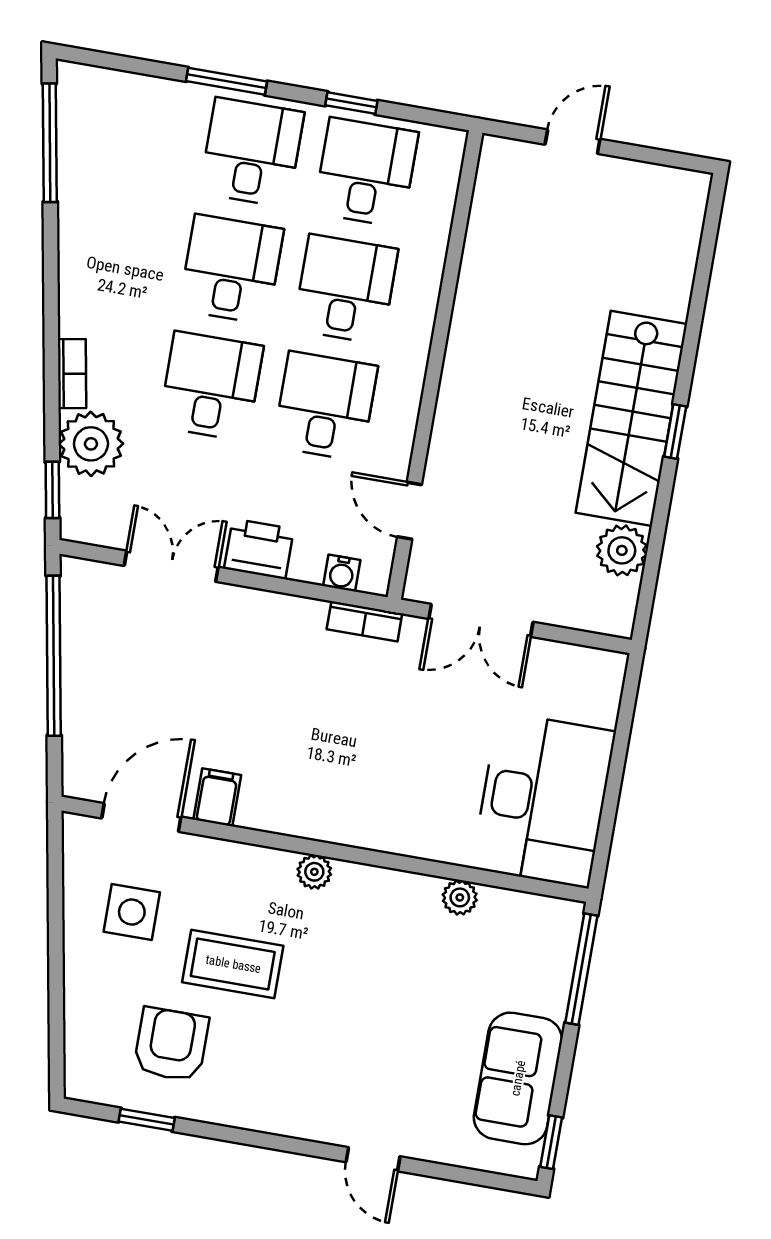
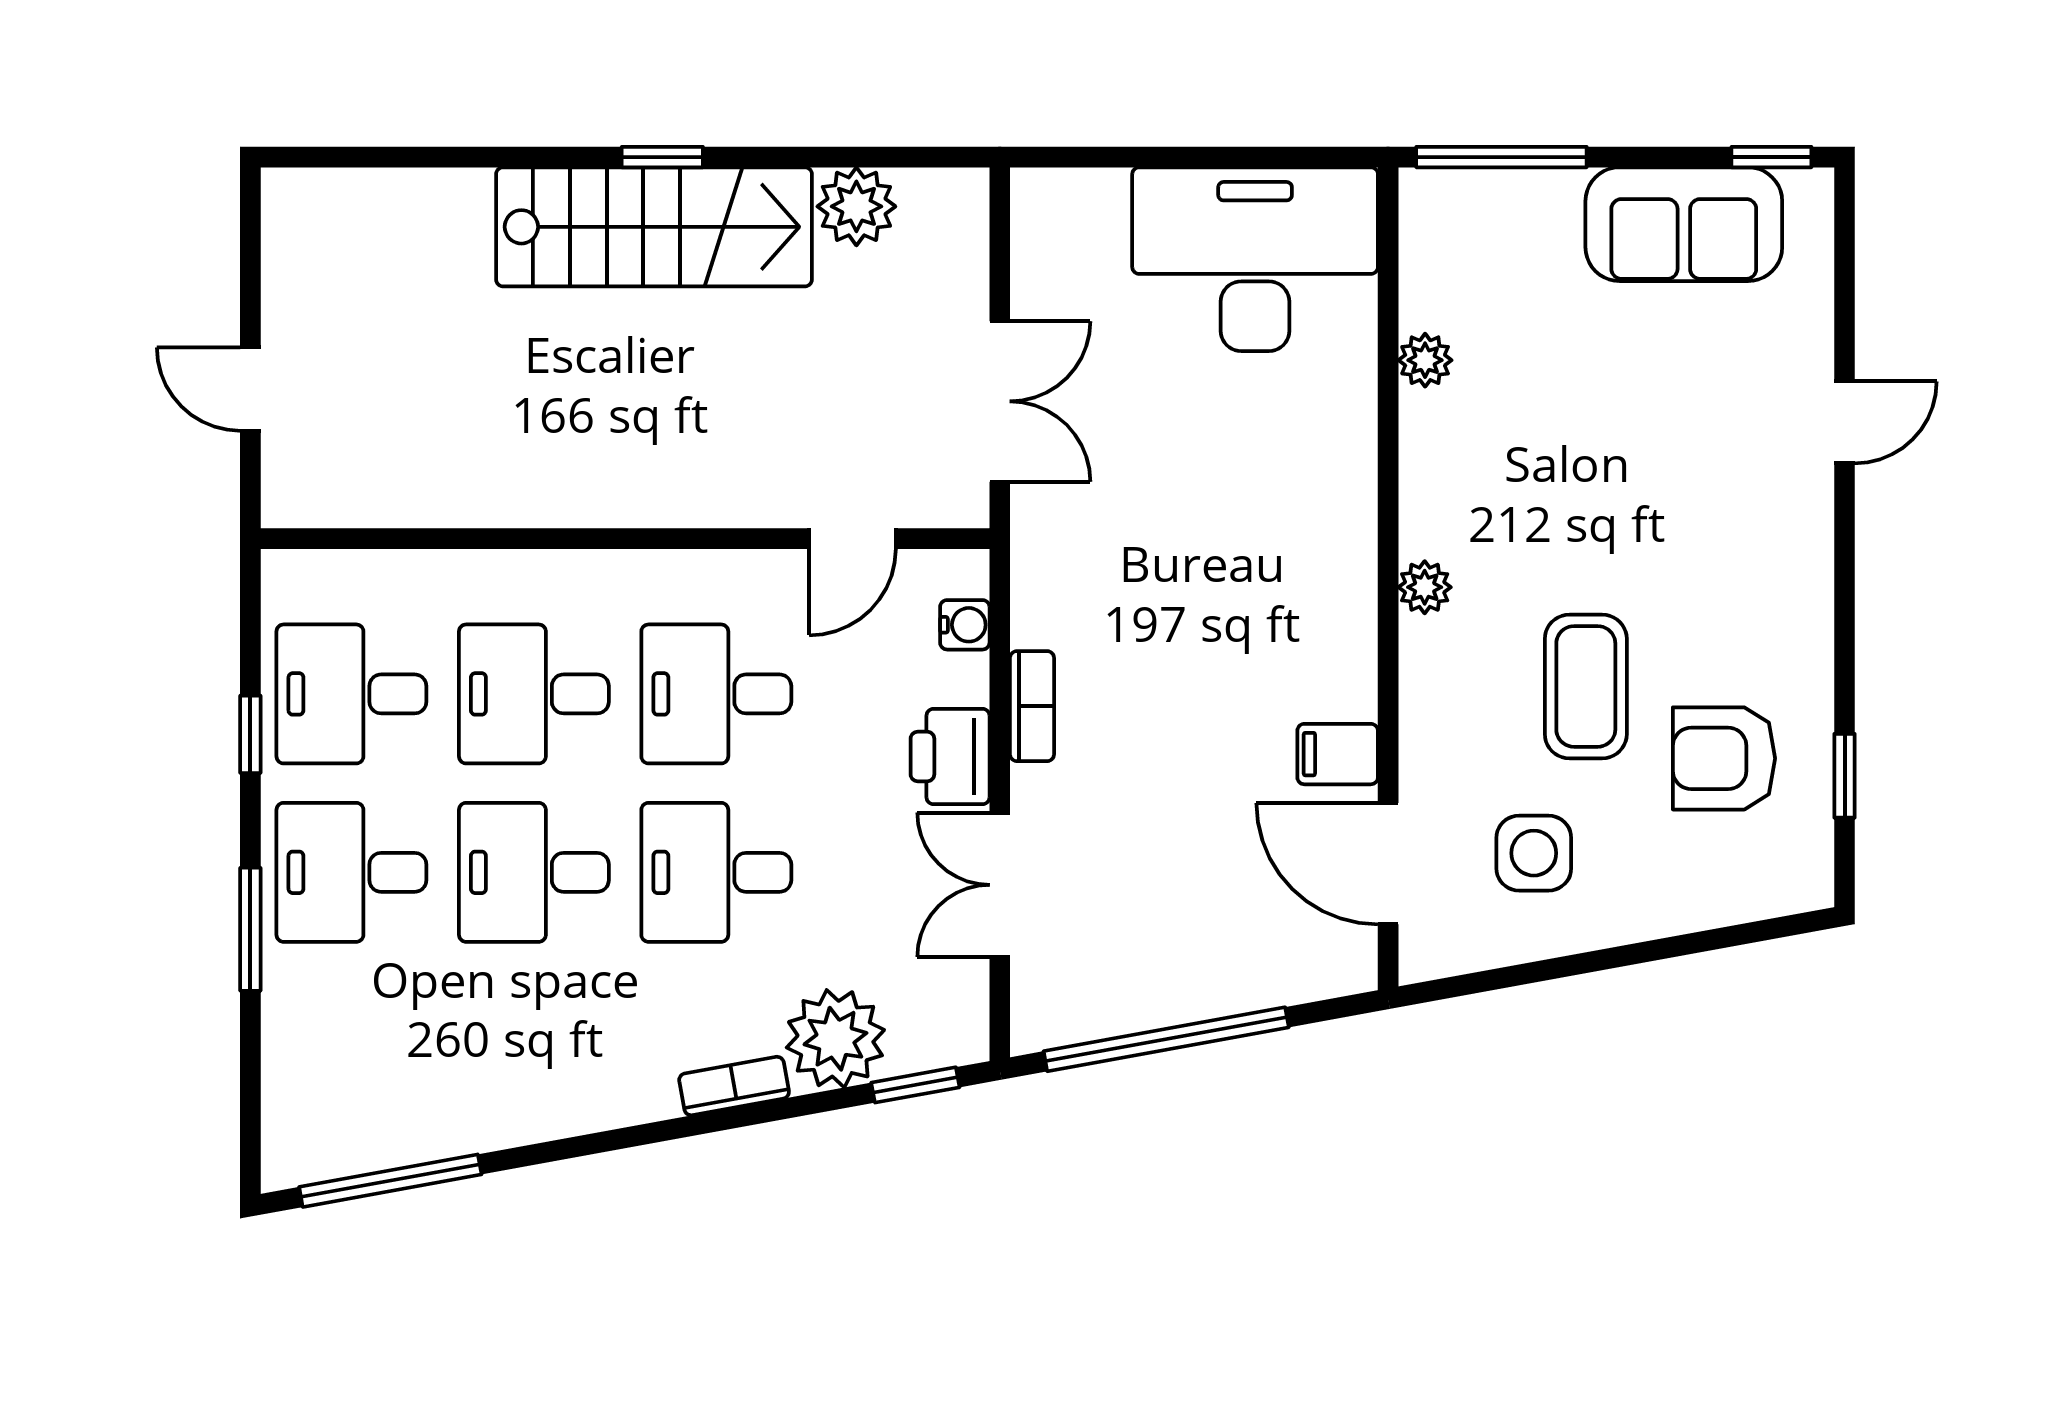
bookcase: (364, 621) -> (1032, 706), moved

